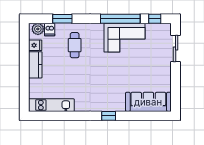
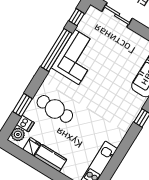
cafe table: (75, 45) -> (55, 109), width x1.37, depth x1.35

